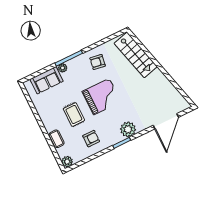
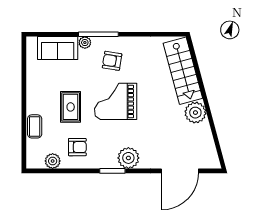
armchair: (98, 62) -> (112, 61), moved
plant: (157, 78) -> (195, 113), added
grand piano: (102, 97) -> (116, 101), turned 180
plant: (67, 162) -> (53, 161), moved

